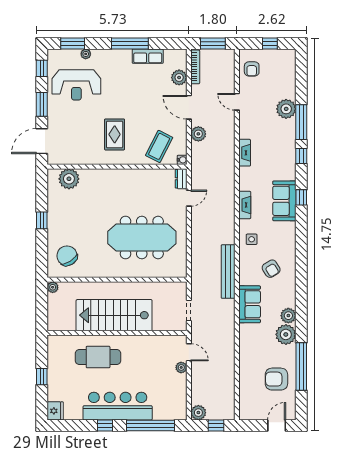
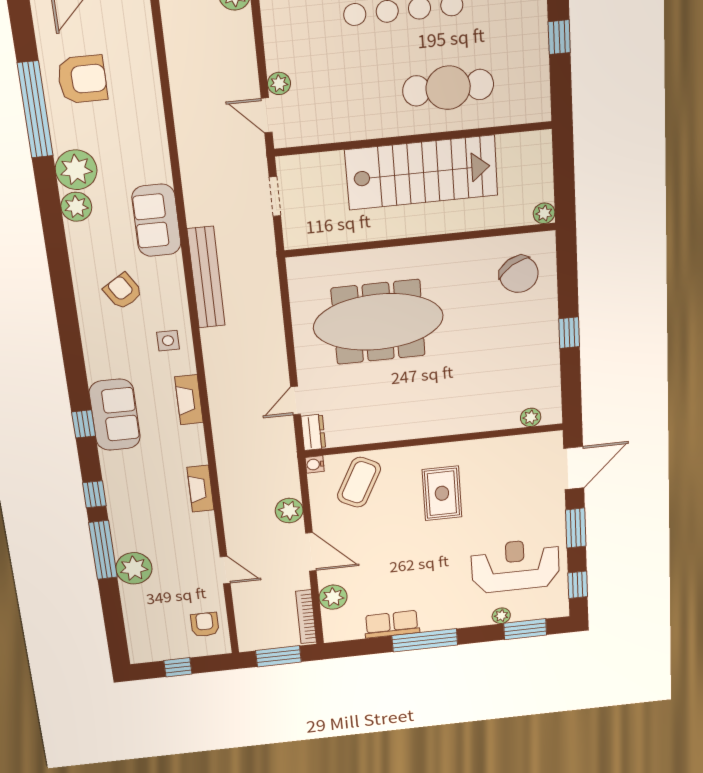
plant: (69, 179) -> (531, 417), width x0.53, depth x0.53

